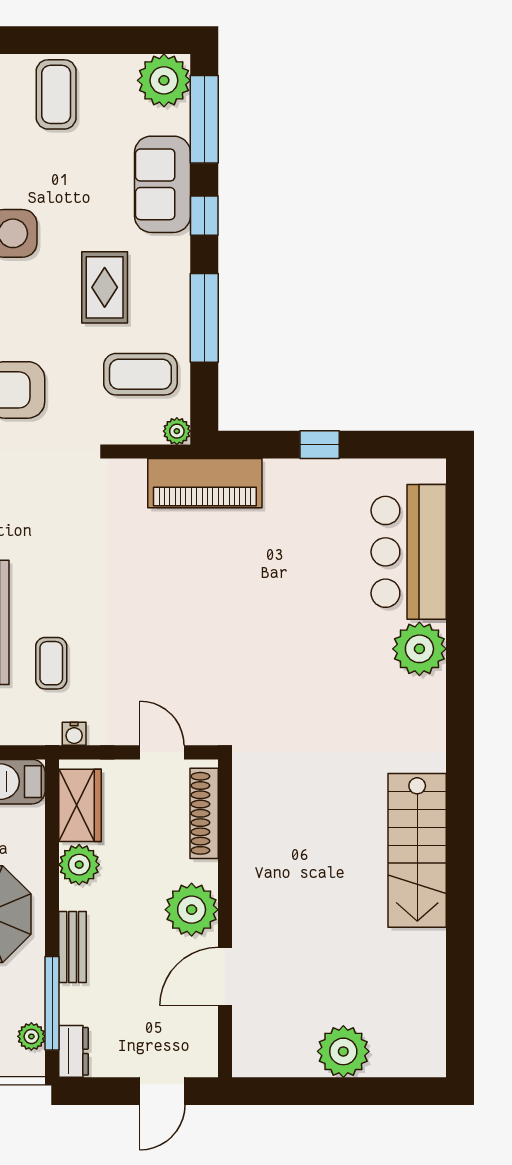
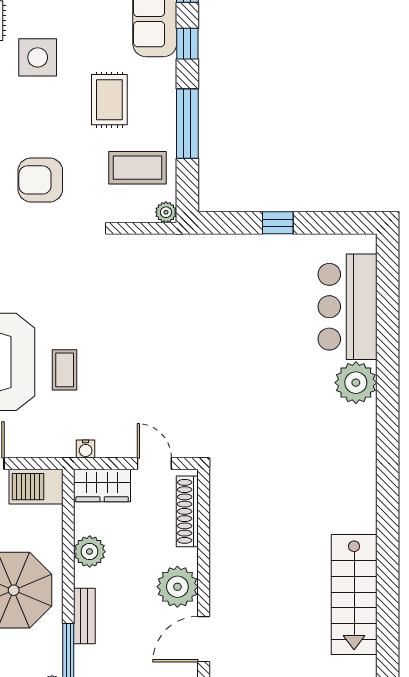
piano: (205, 483) -> (188, 253), removed
coffee table: (51, 663) -> (65, 370), moved
wardrobe: (80, 805) -> (102, 486), moved, turned 90
stairs: (417, 850) -> (354, 594), moved

